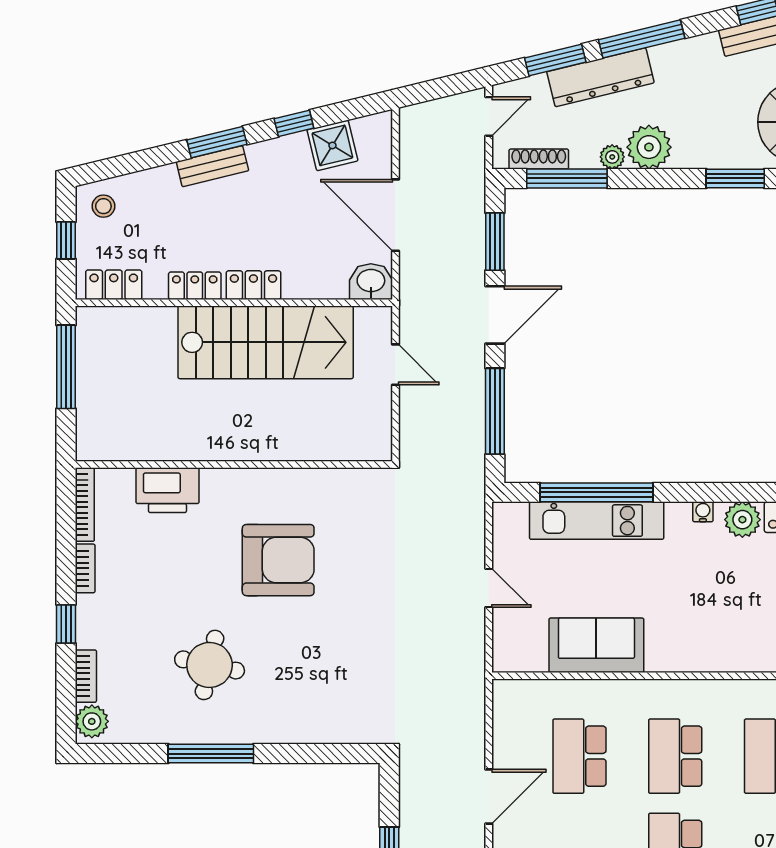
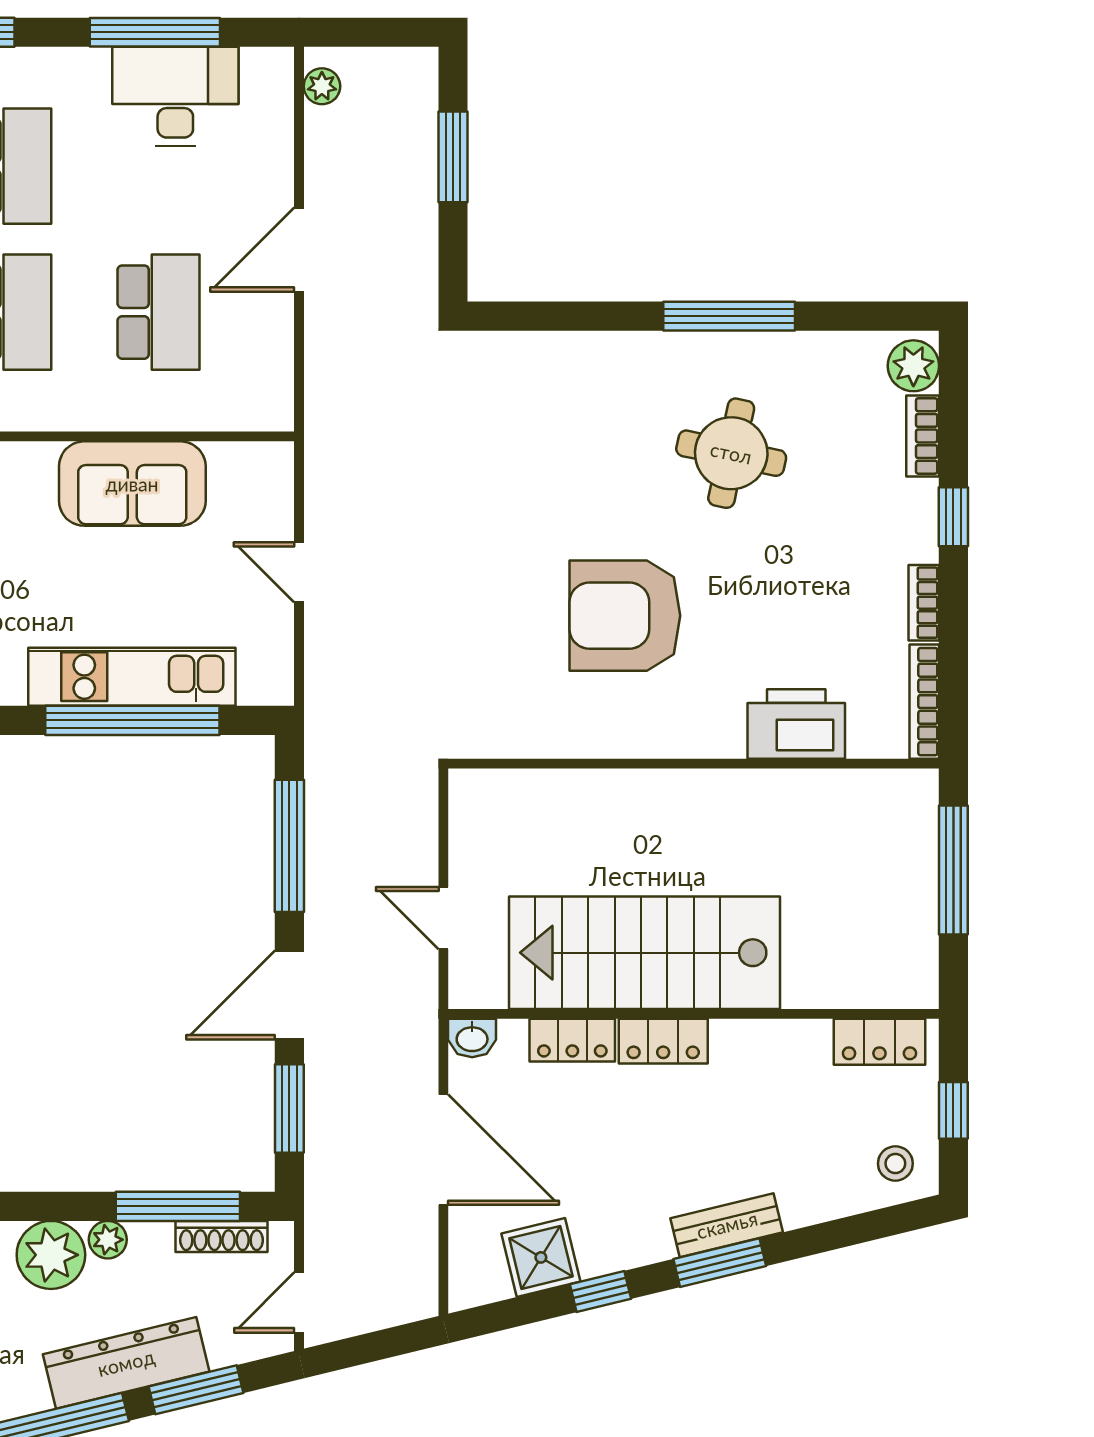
washbasin: (371, 282) -> (472, 1038), width x0.72, depth x0.69
locker: (195, 286) -> (572, 1040), moved
window: (66, 367) -> (953, 870), moved

